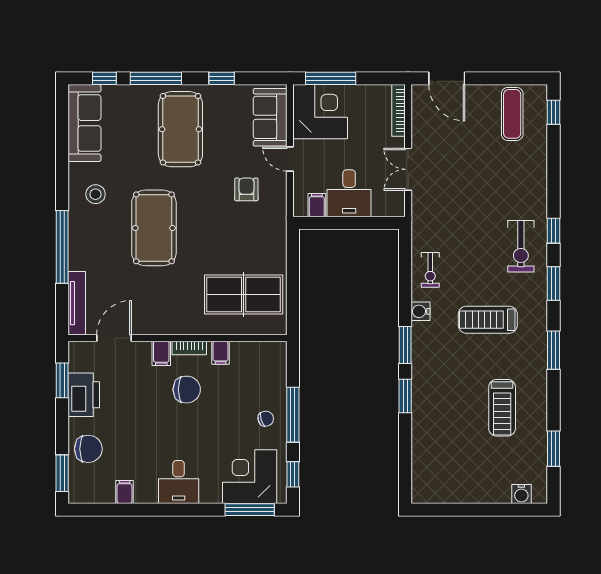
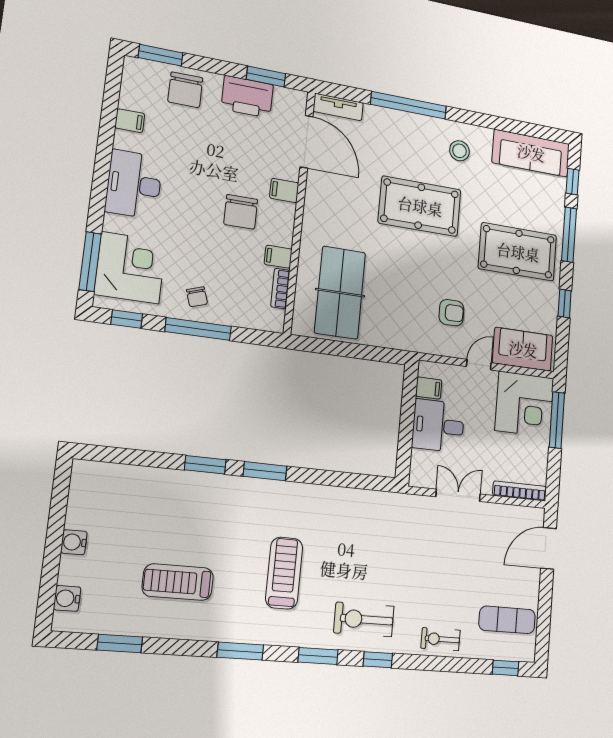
exercise bike: (430, 270) -> (441, 639), moved
tv unit: (77, 303) -> (338, 107), width x0.71
water cooler: (420, 311) -> (74, 542), moved, turned -90
door: (114, 338) -> (306, 142), width x1.36
bookcase: (189, 348) -> (280, 289), moved
desk: (179, 482) -> (134, 184), width x1.37

